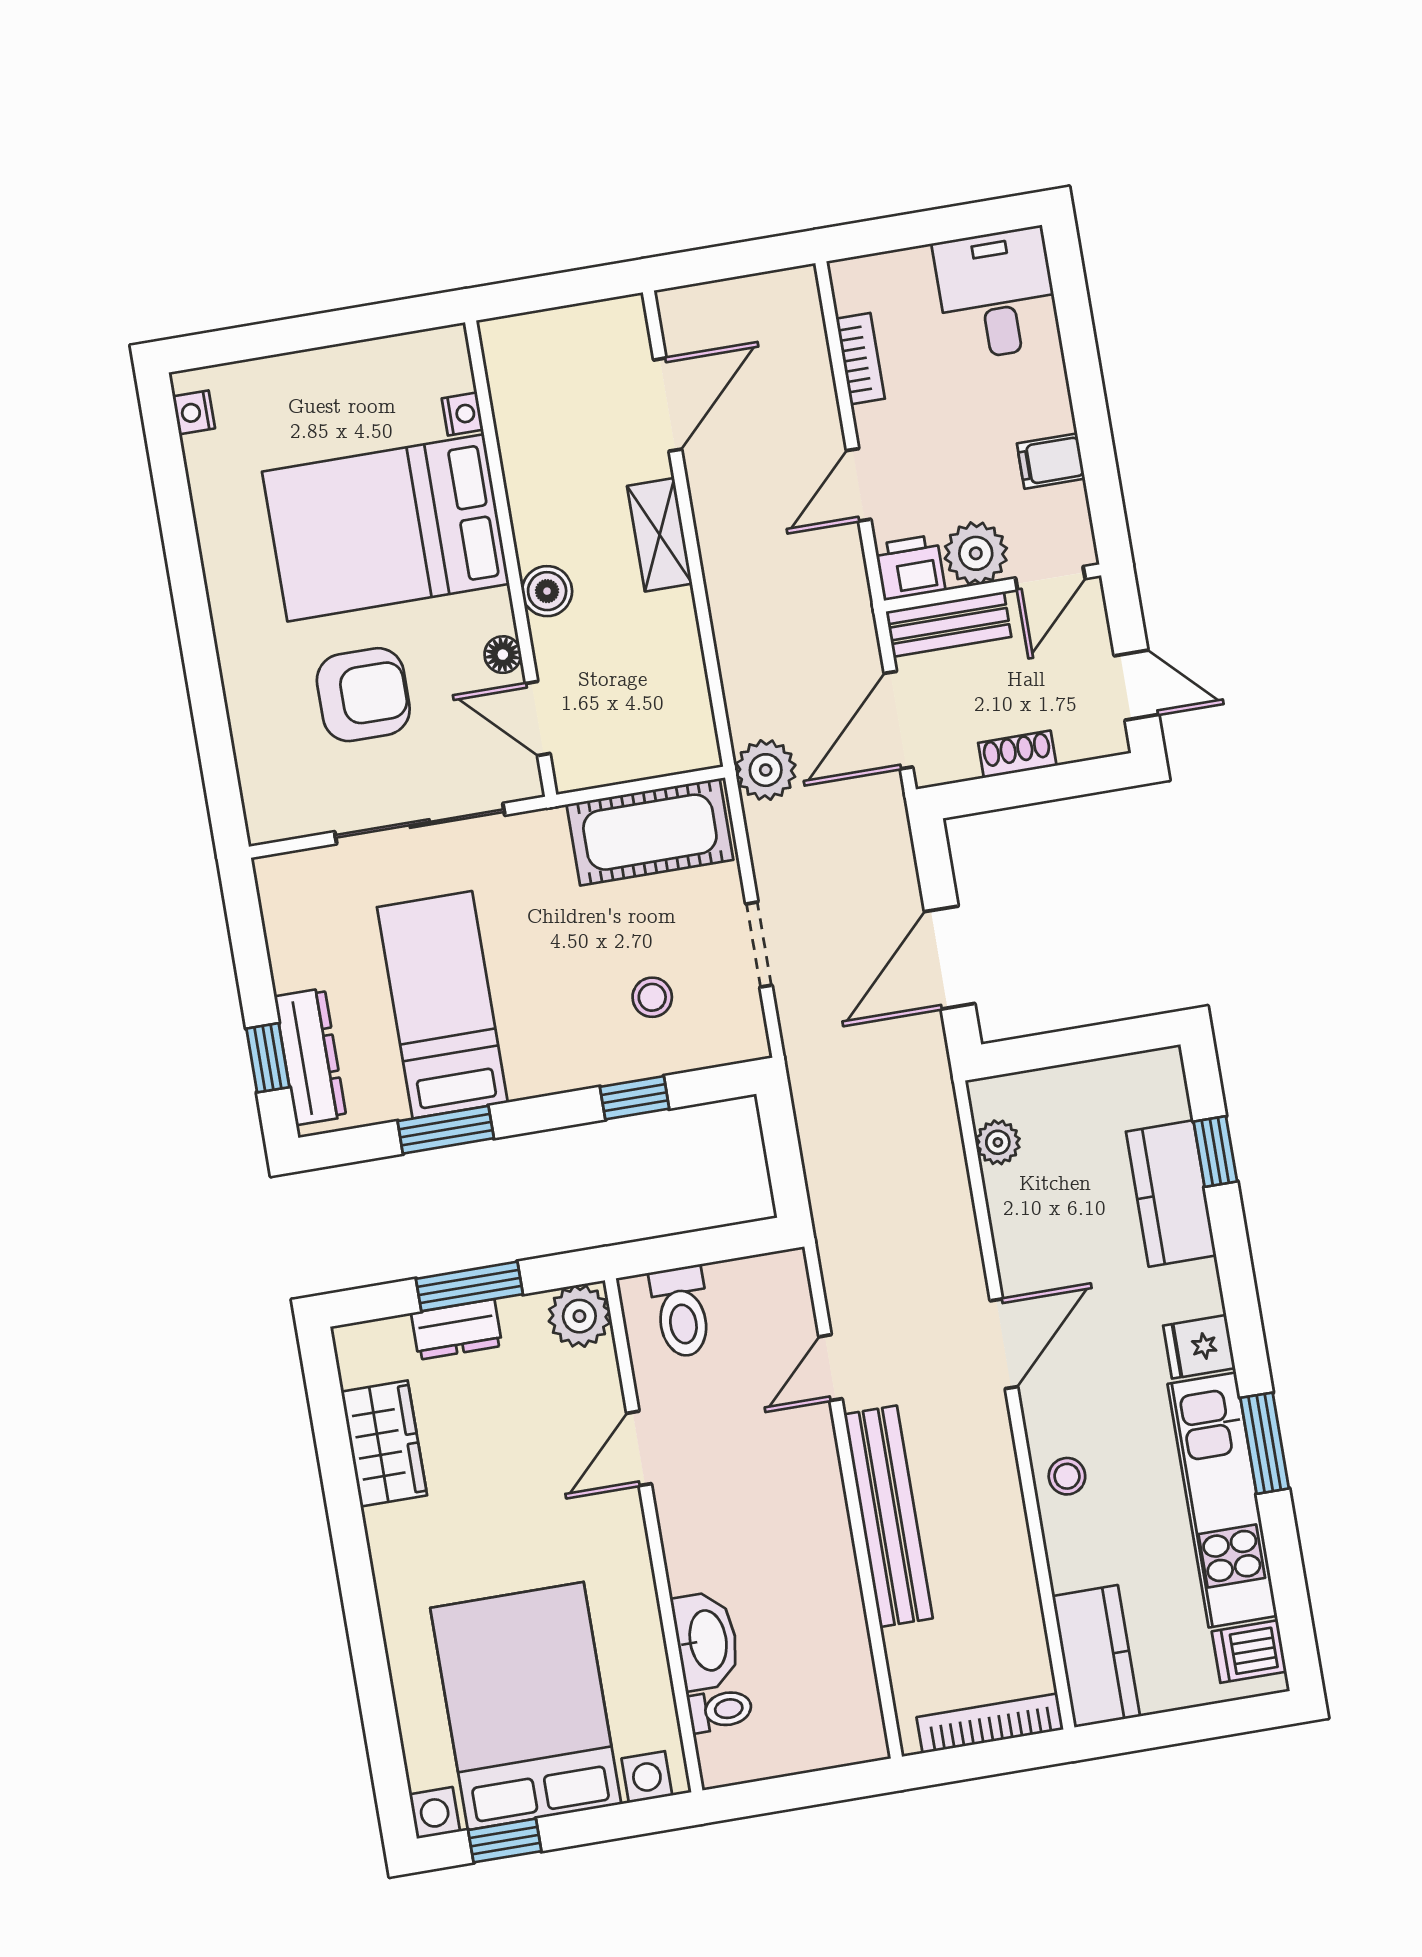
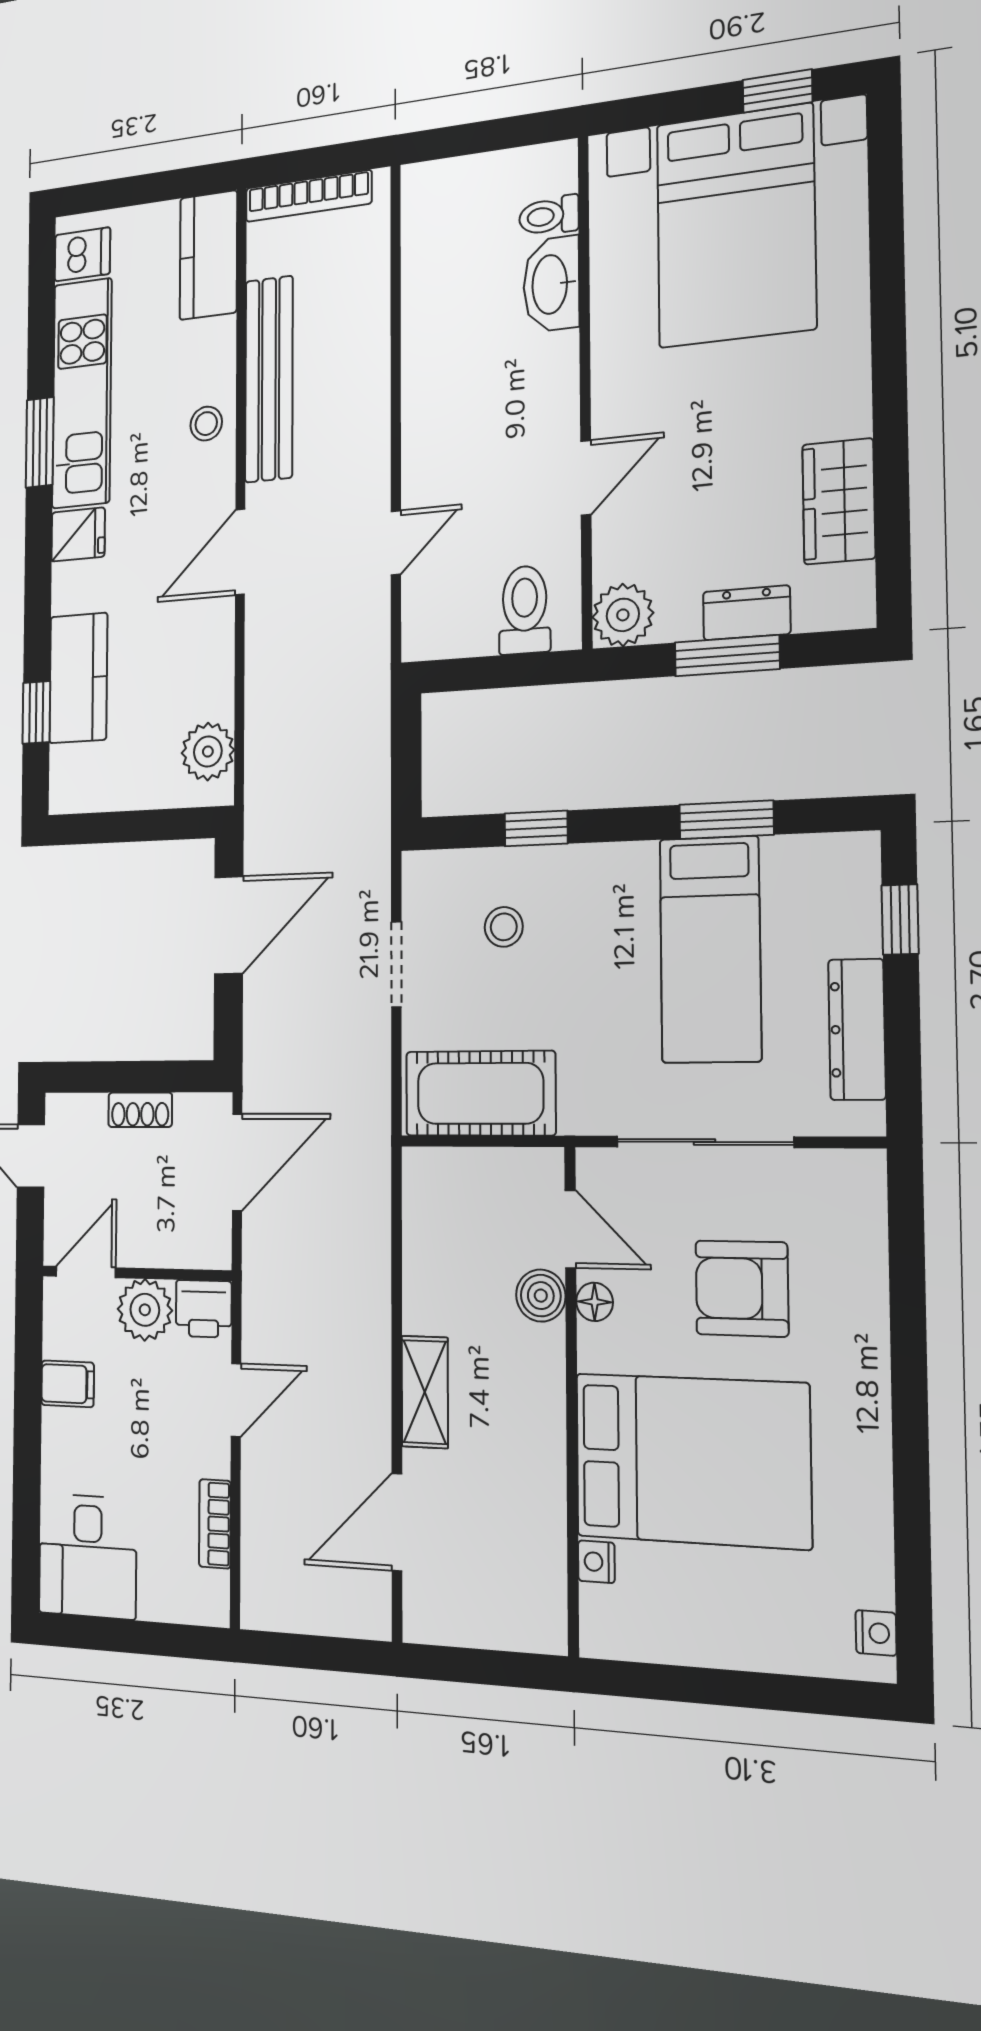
boiler: (547, 591) -> (541, 1296), moved
bench: (948, 624) -> (179, 1246), removed
plant: (766, 770) -> (363, 1136), removed
dresser: (310, 1057) -> (857, 1029), moved
plant: (998, 1142) -> (208, 751), width x1.38, depth x1.38
bench: (888, 1516) -> (269, 379), moved

